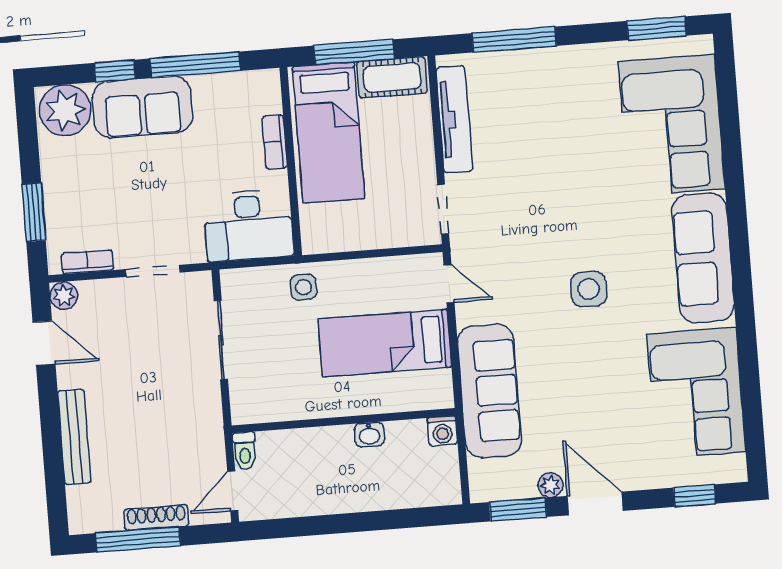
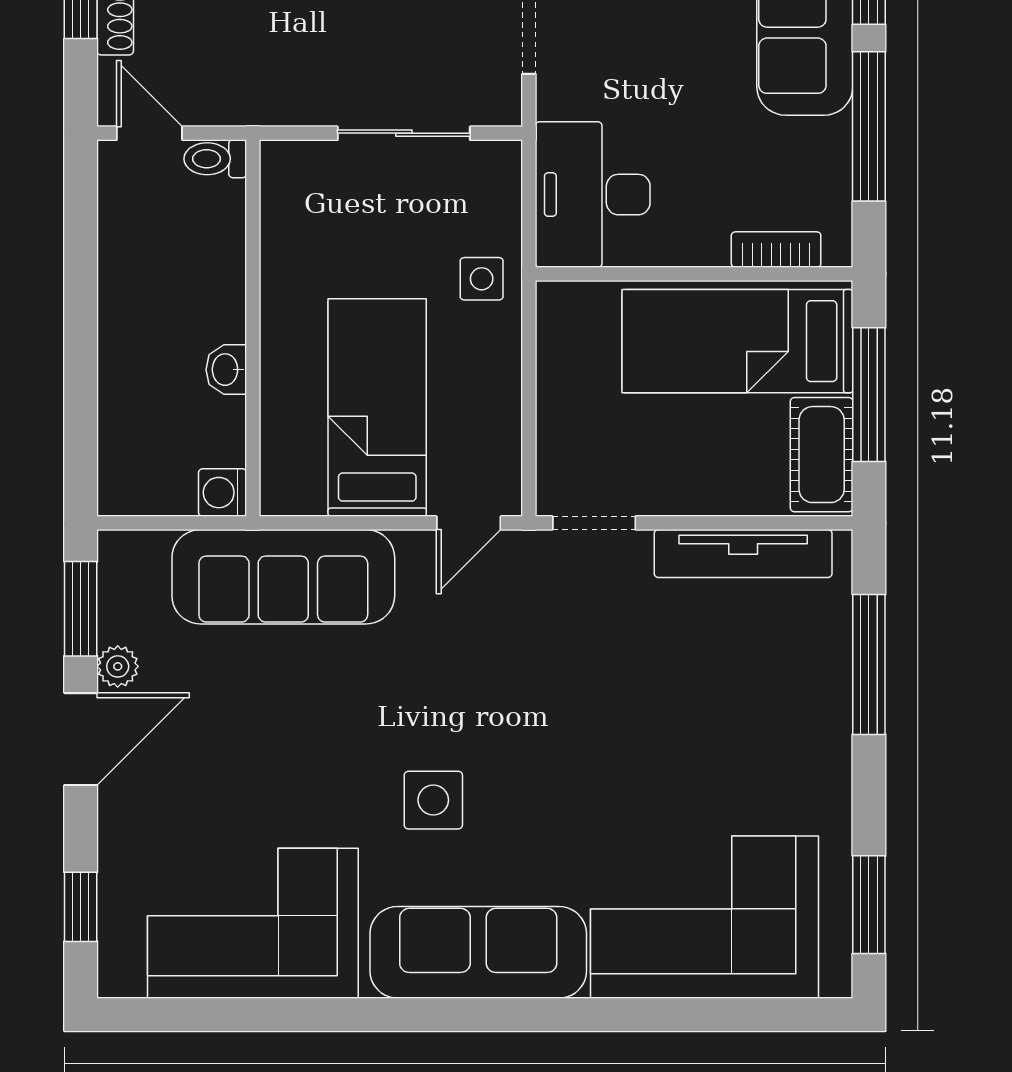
bookcase: (275, 142) -> (776, 250), moved
side table: (589, 289) -> (433, 800), moved

